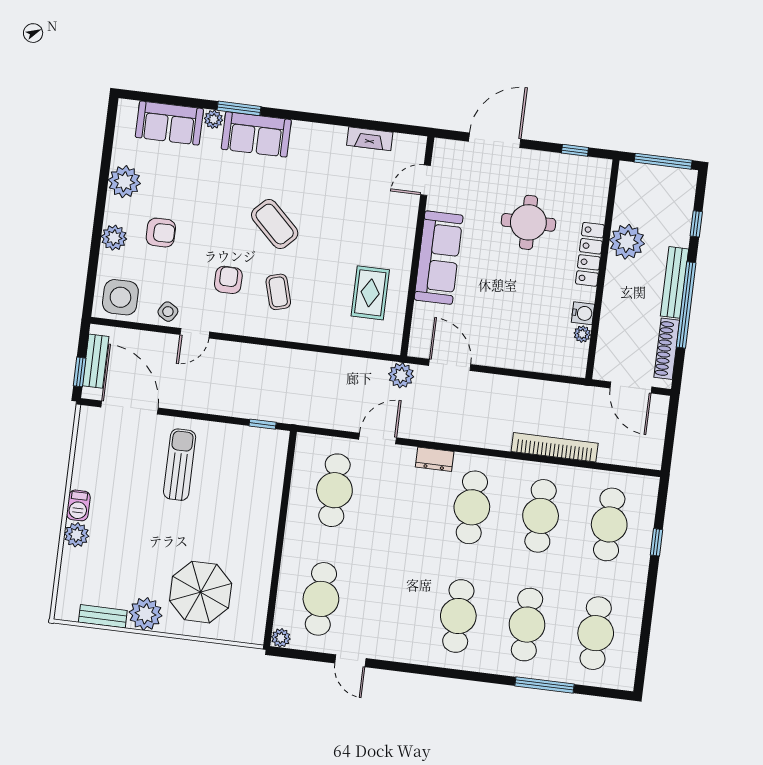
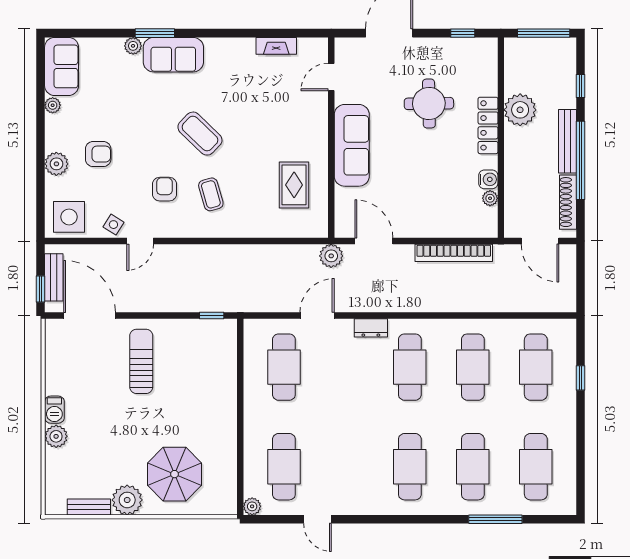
sofa: (169, 123) -> (62, 66), moved, turned -90
plant: (124, 182) -> (53, 105), width x0.53, depth x0.53
bookcase: (555, 447) -> (454, 253), moved, turned 180

